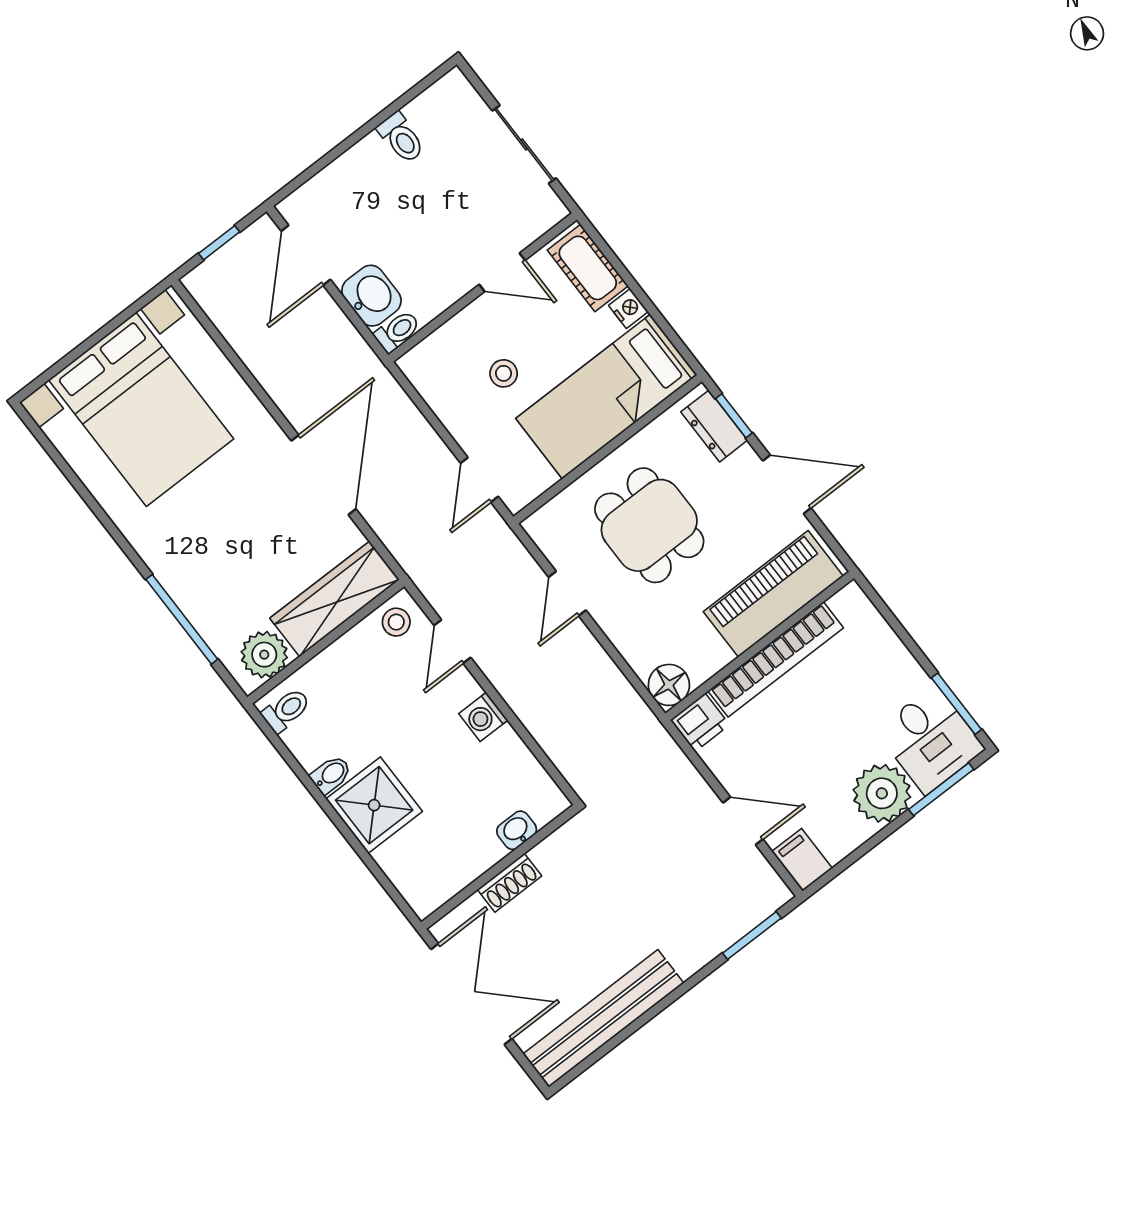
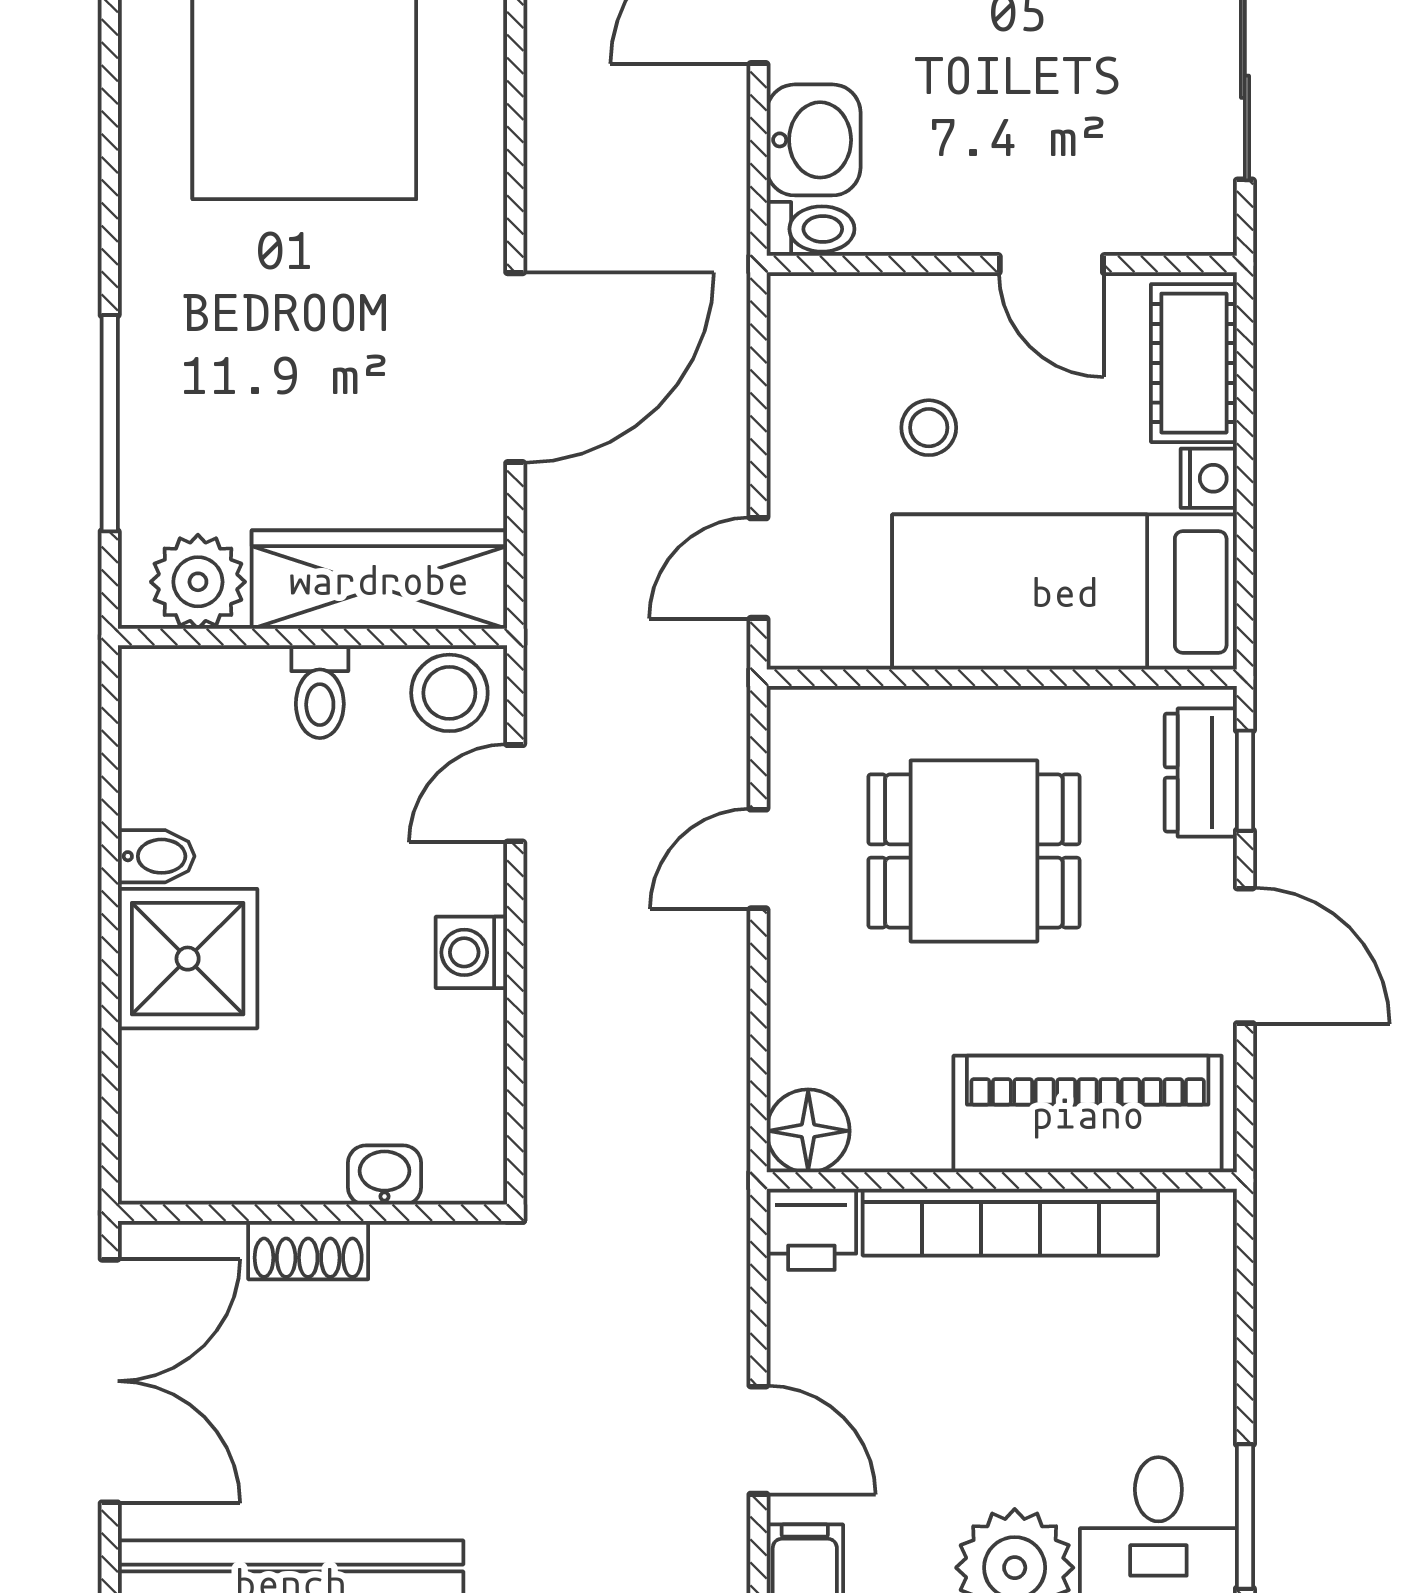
dining table: (649, 525) -> (974, 851), turned 90
stool: (396, 622) -> (449, 693), width x1.37, depth x1.37
toilet: (286, 710) -> (320, 692), moved, turned 90

